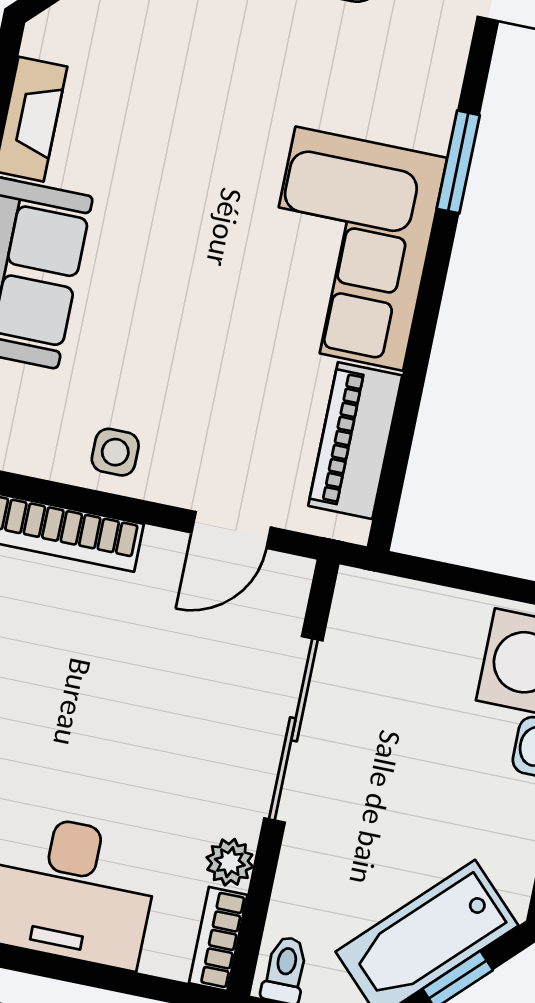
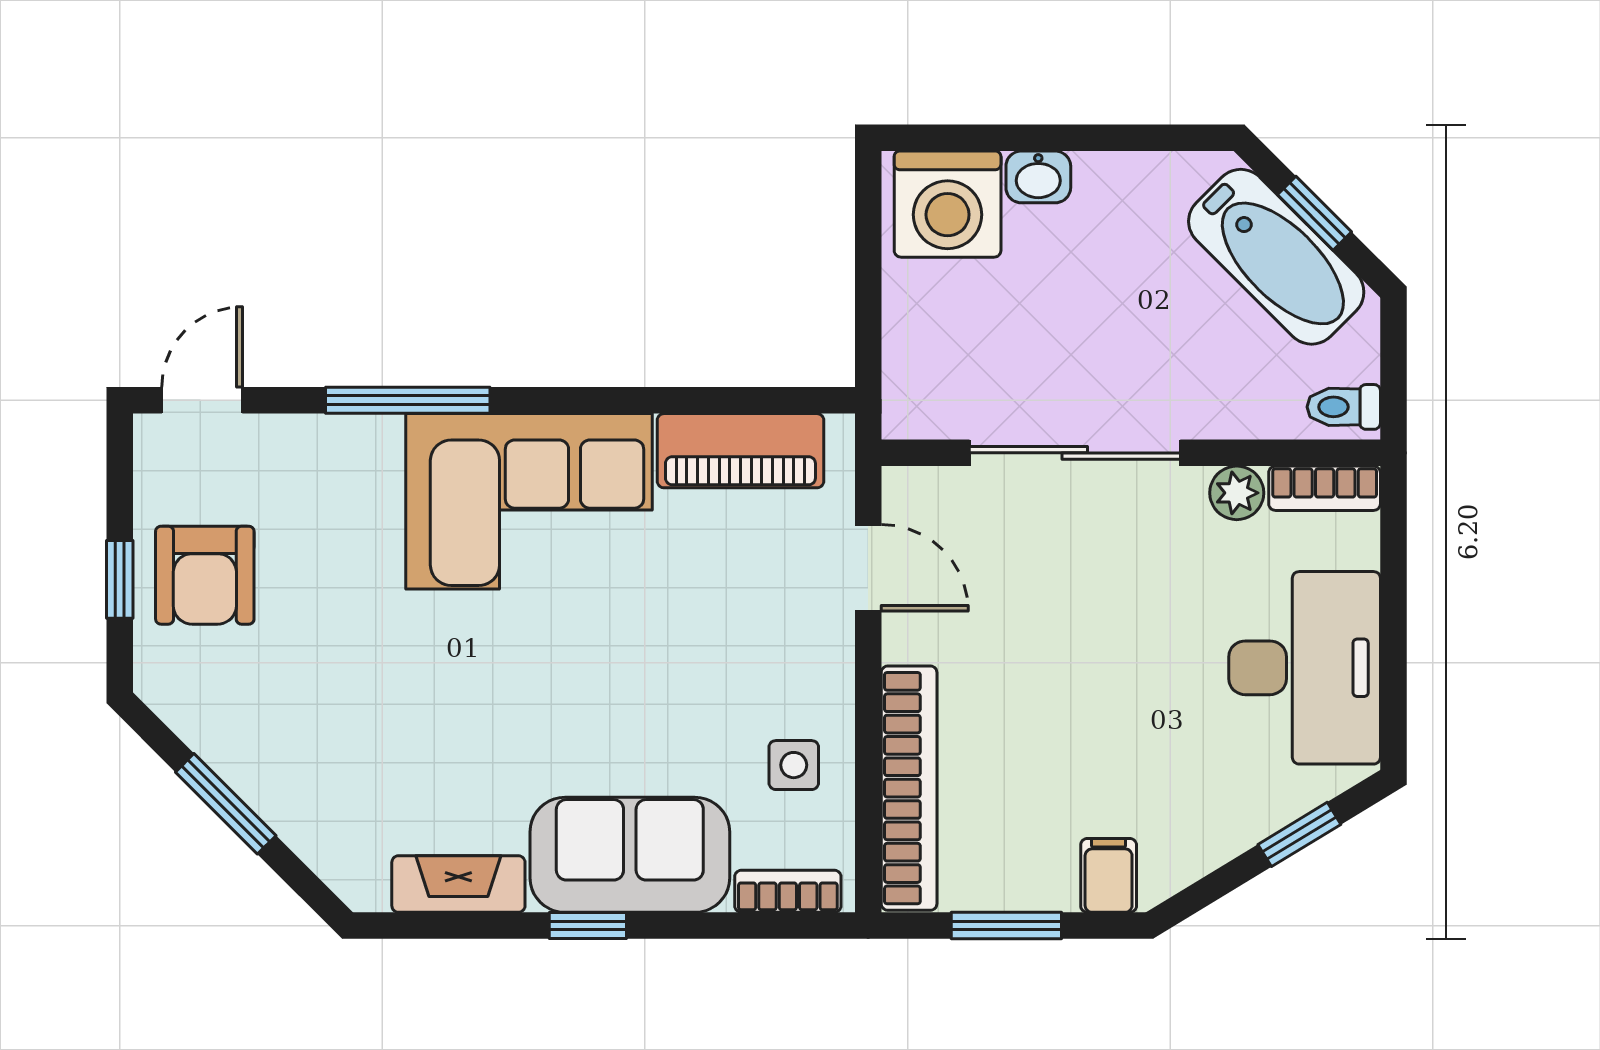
window: (458, 162) -> (408, 400), width x1.44
side table: (115, 452) -> (794, 765), moved

